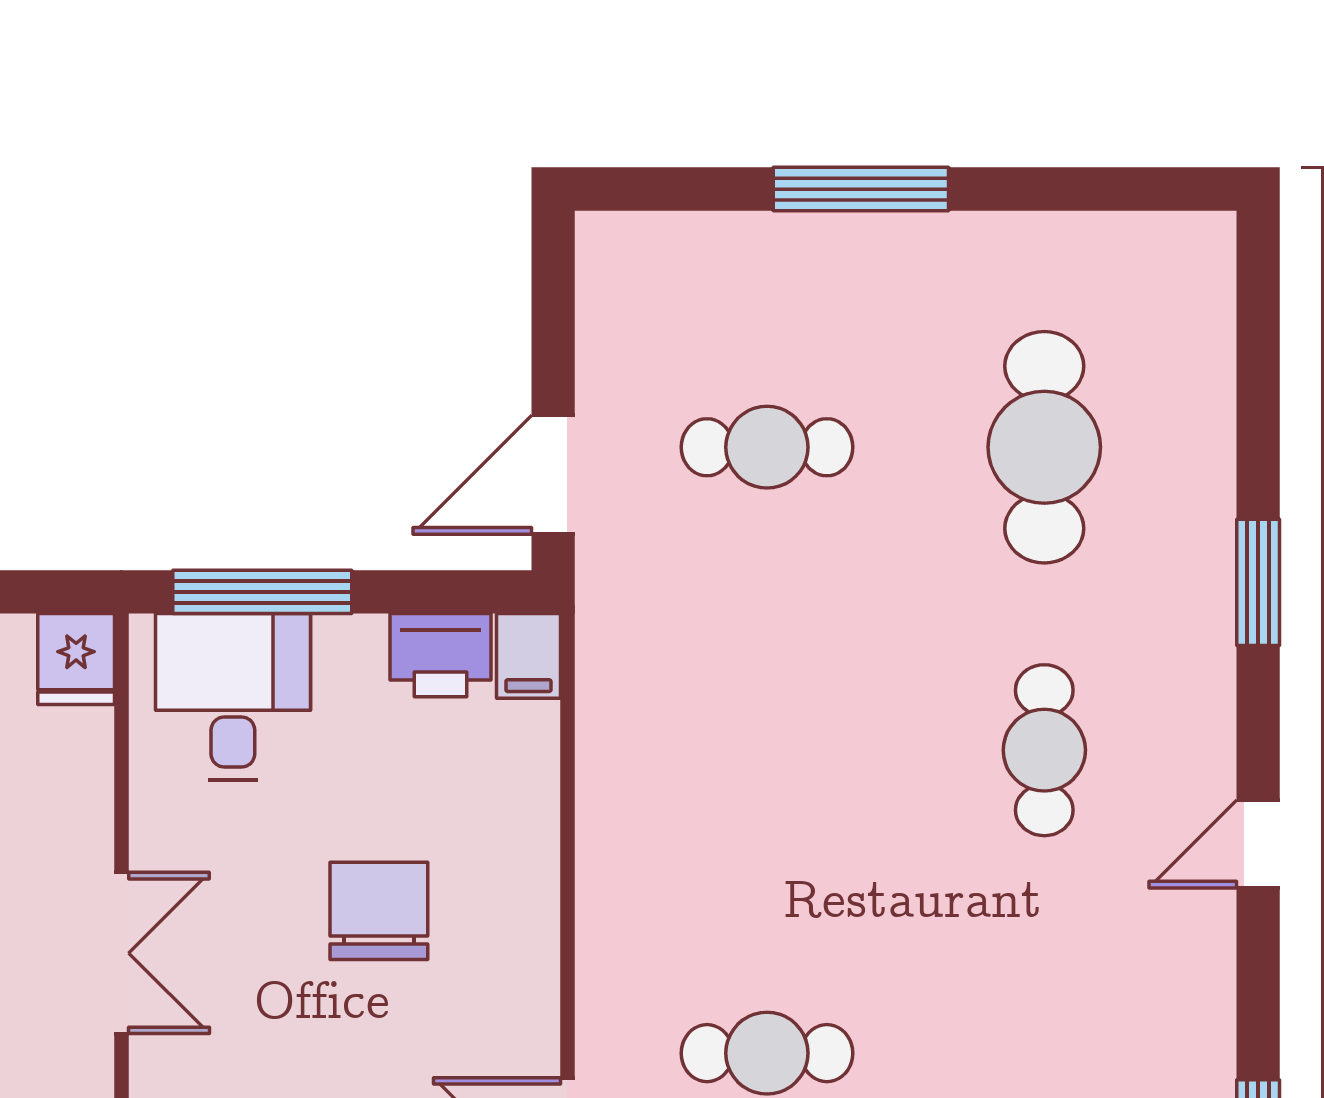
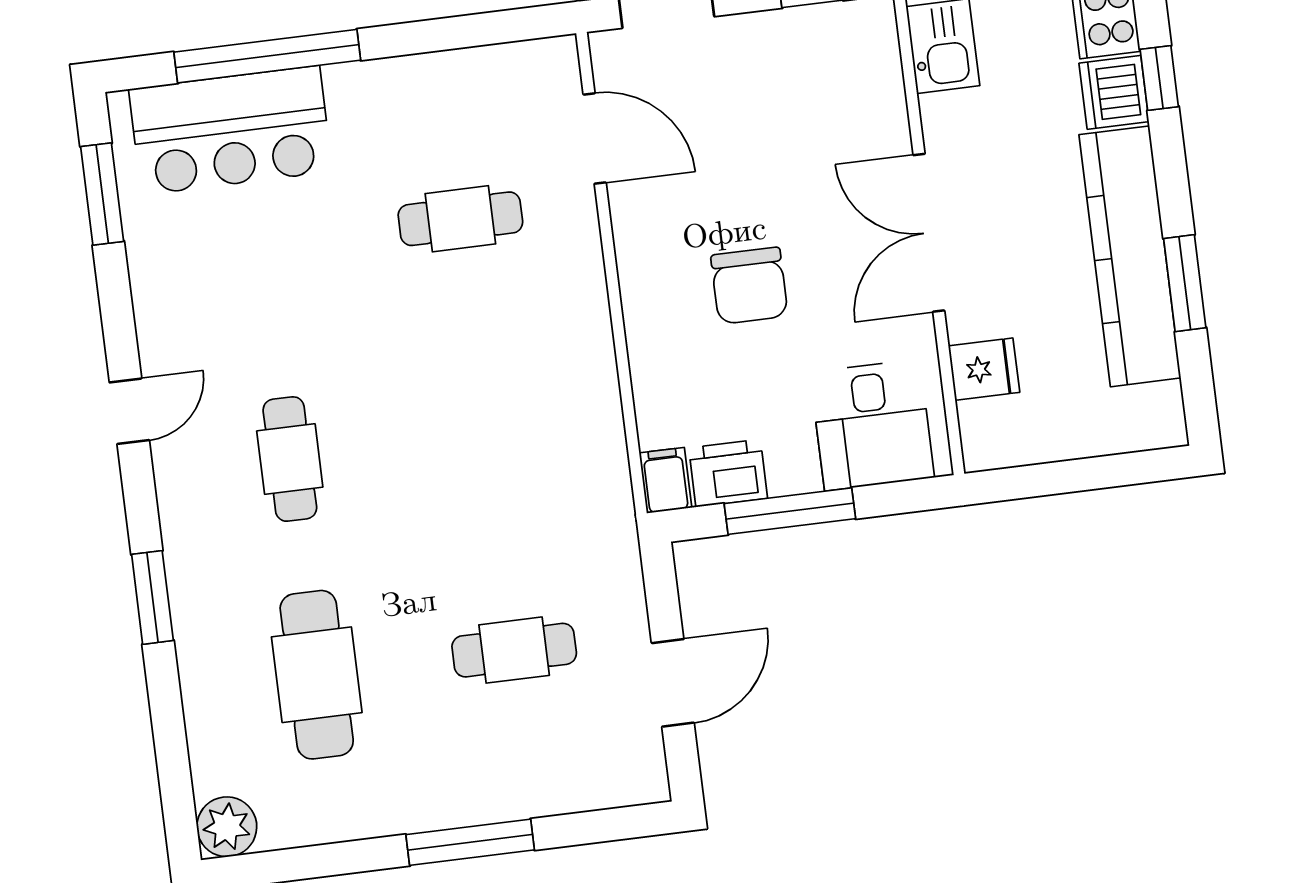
plant: (1195, 252) -> (227, 827), added
door: (553, 475) -> (673, 683), moved
window: (262, 592) -> (790, 511), moved
fridge: (76, 659) -> (984, 369), moved, turned 90
double door: (121, 953) -> (929, 233), width x1.37

